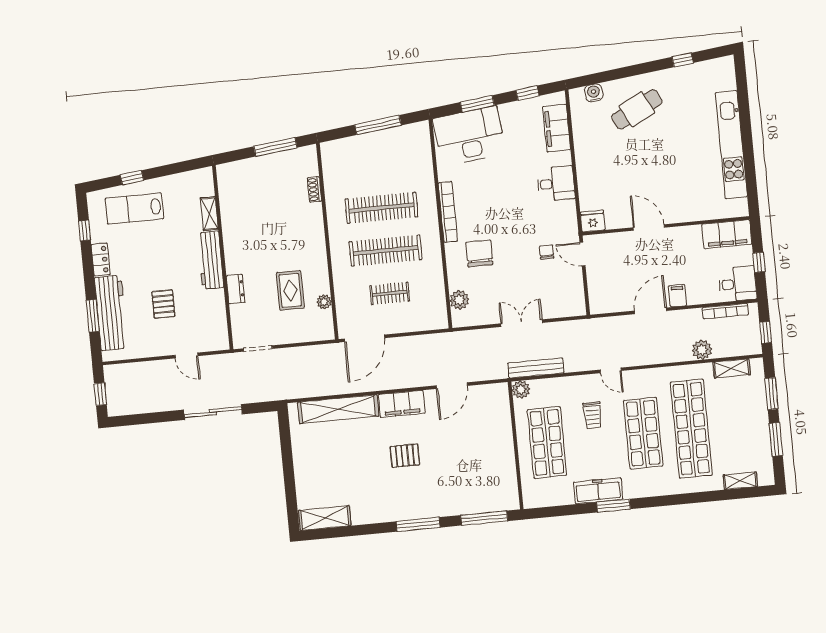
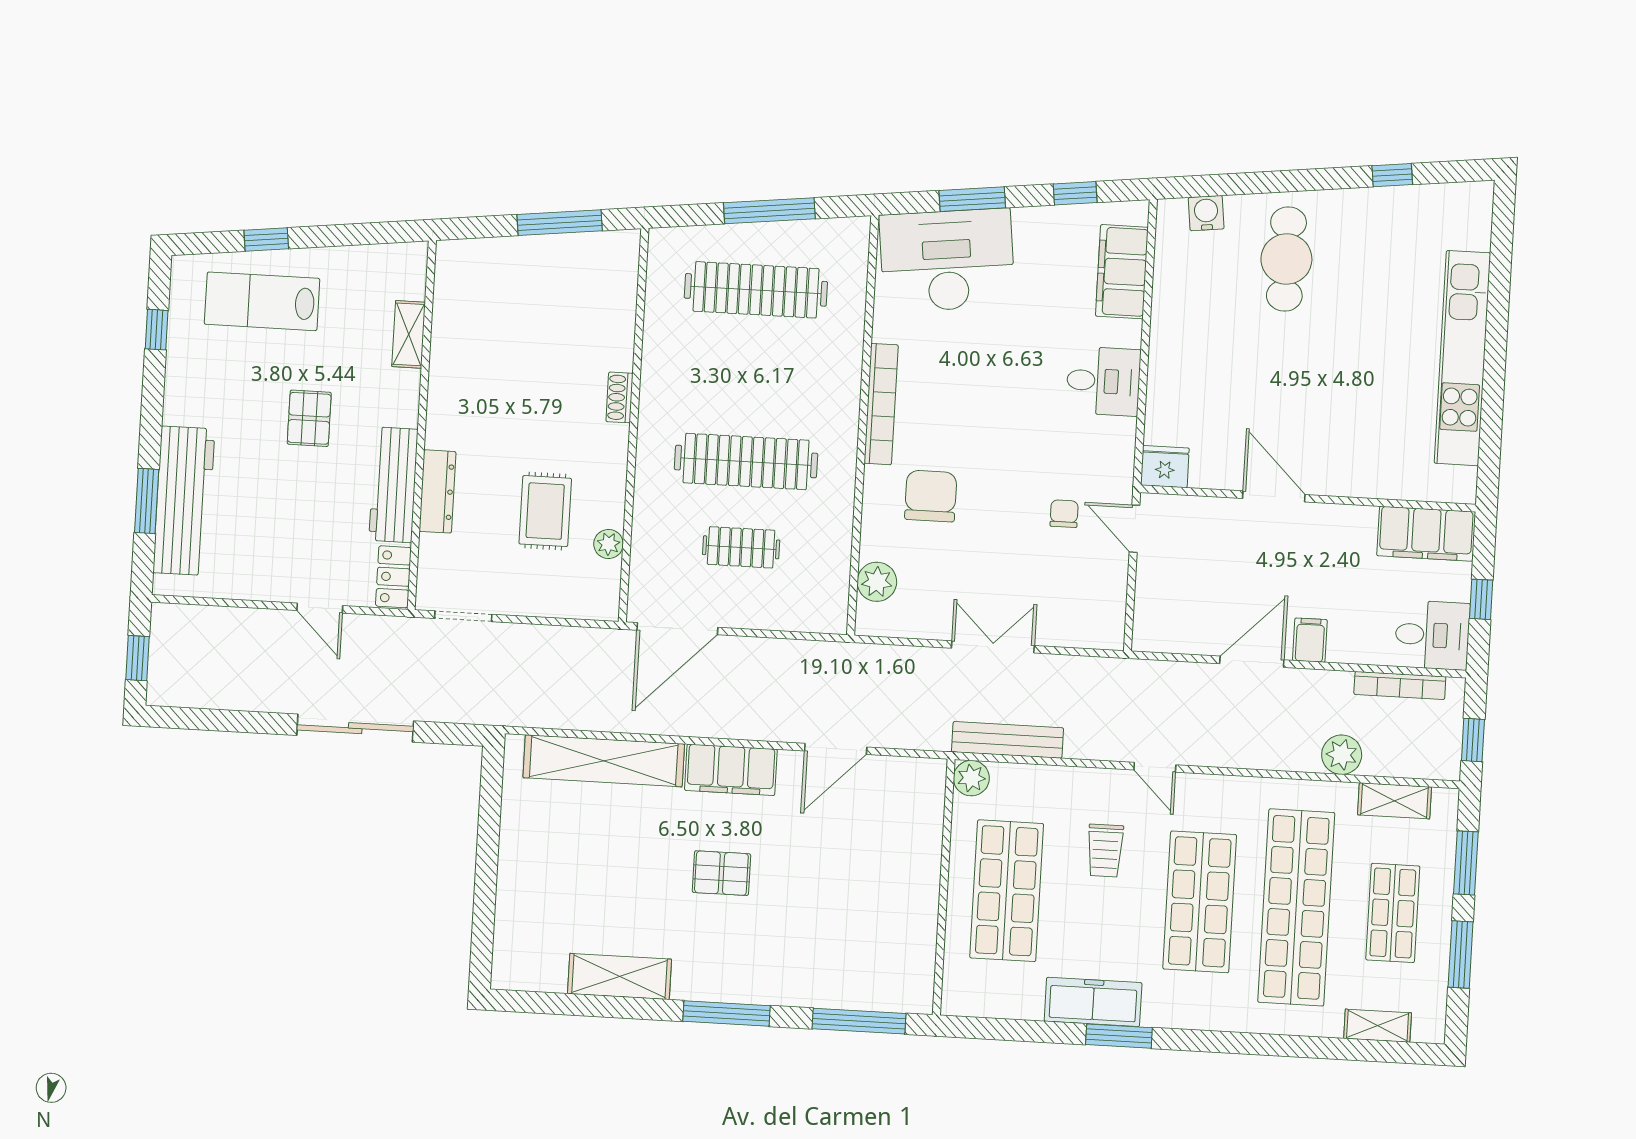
cafe table: (637, 109) -> (1286, 259), turned -63
shoe rack: (314, 190) -> (620, 397), moved
clothes rail: (381, 208) -> (756, 290), moved
locker: (101, 260) -> (393, 577), moved, turned 180
workbench: (211, 260) -> (393, 485), moved
dresser: (236, 289) -> (438, 491), width x1.44
pallet: (163, 304) -> (309, 418), moved
shop shelf: (739, 424) -> (1393, 913), added
shelving: (325, 518) -> (620, 976), moved

